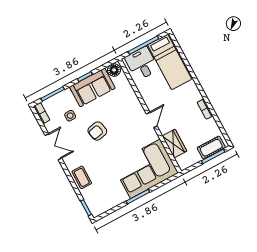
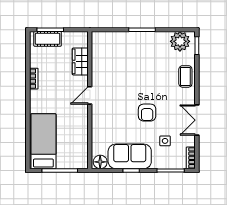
desk: (142, 64) -> (71, 154), removed
armchair: (97, 131) -> (147, 113), turned 102
corner sofa: (145, 169) -> (121, 52), removed
plant: (102, 204) -> (180, 41), added

